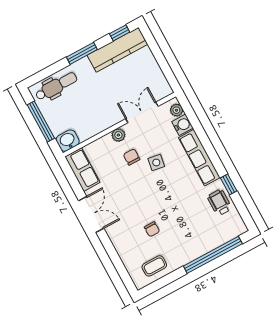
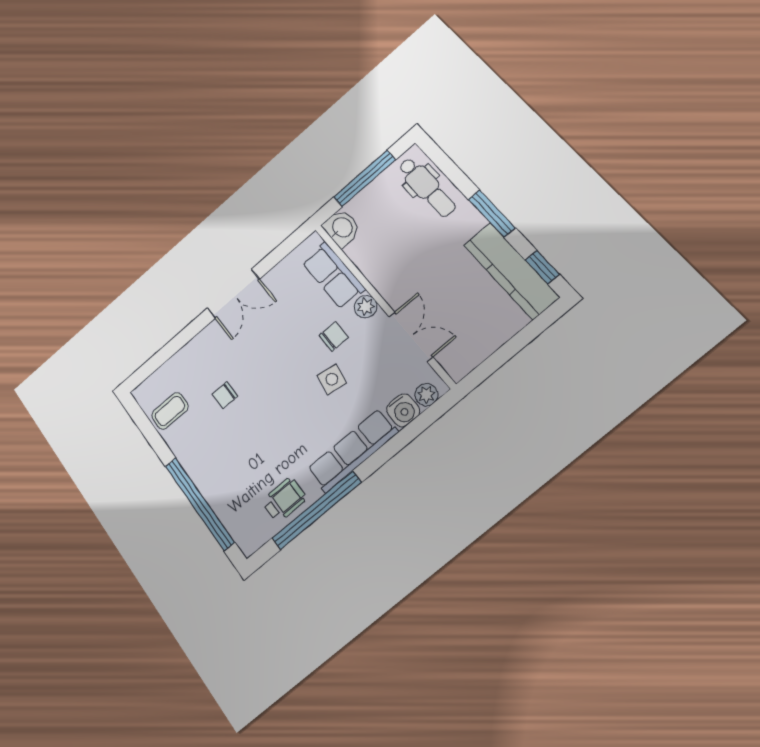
row of seats: (82, 170) -> (333, 275), moved, turned 90
window: (229, 184) -> (317, 510), width x3.17
coffee table: (154, 266) -> (170, 411), turned 90

